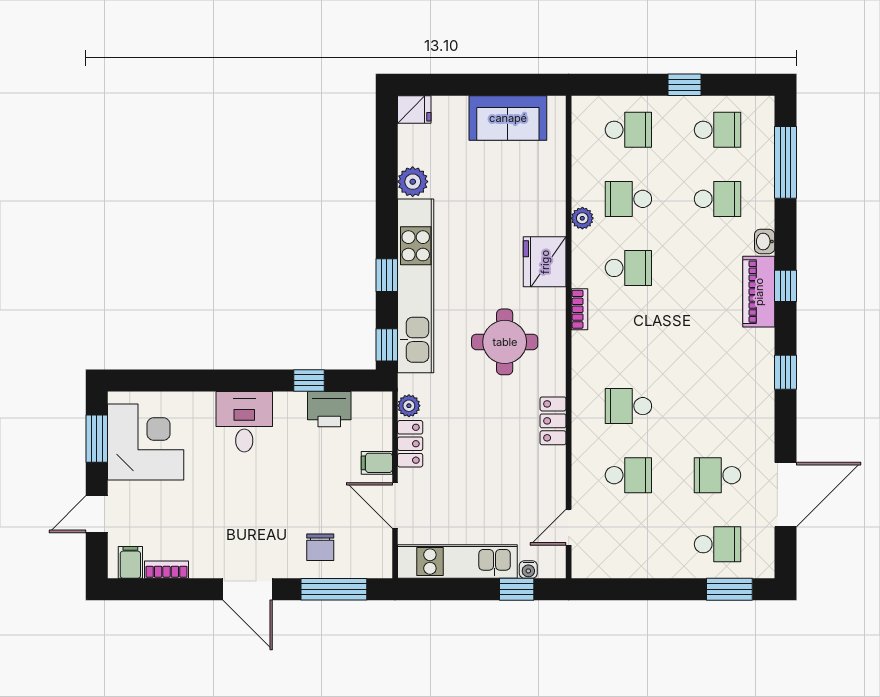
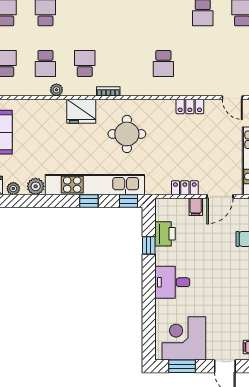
plant: (409, 406) -> (13, 189), moved
locker: (553, 421) -> (190, 106), moved
school desk: (628, 475) -> (203, 64), removed

